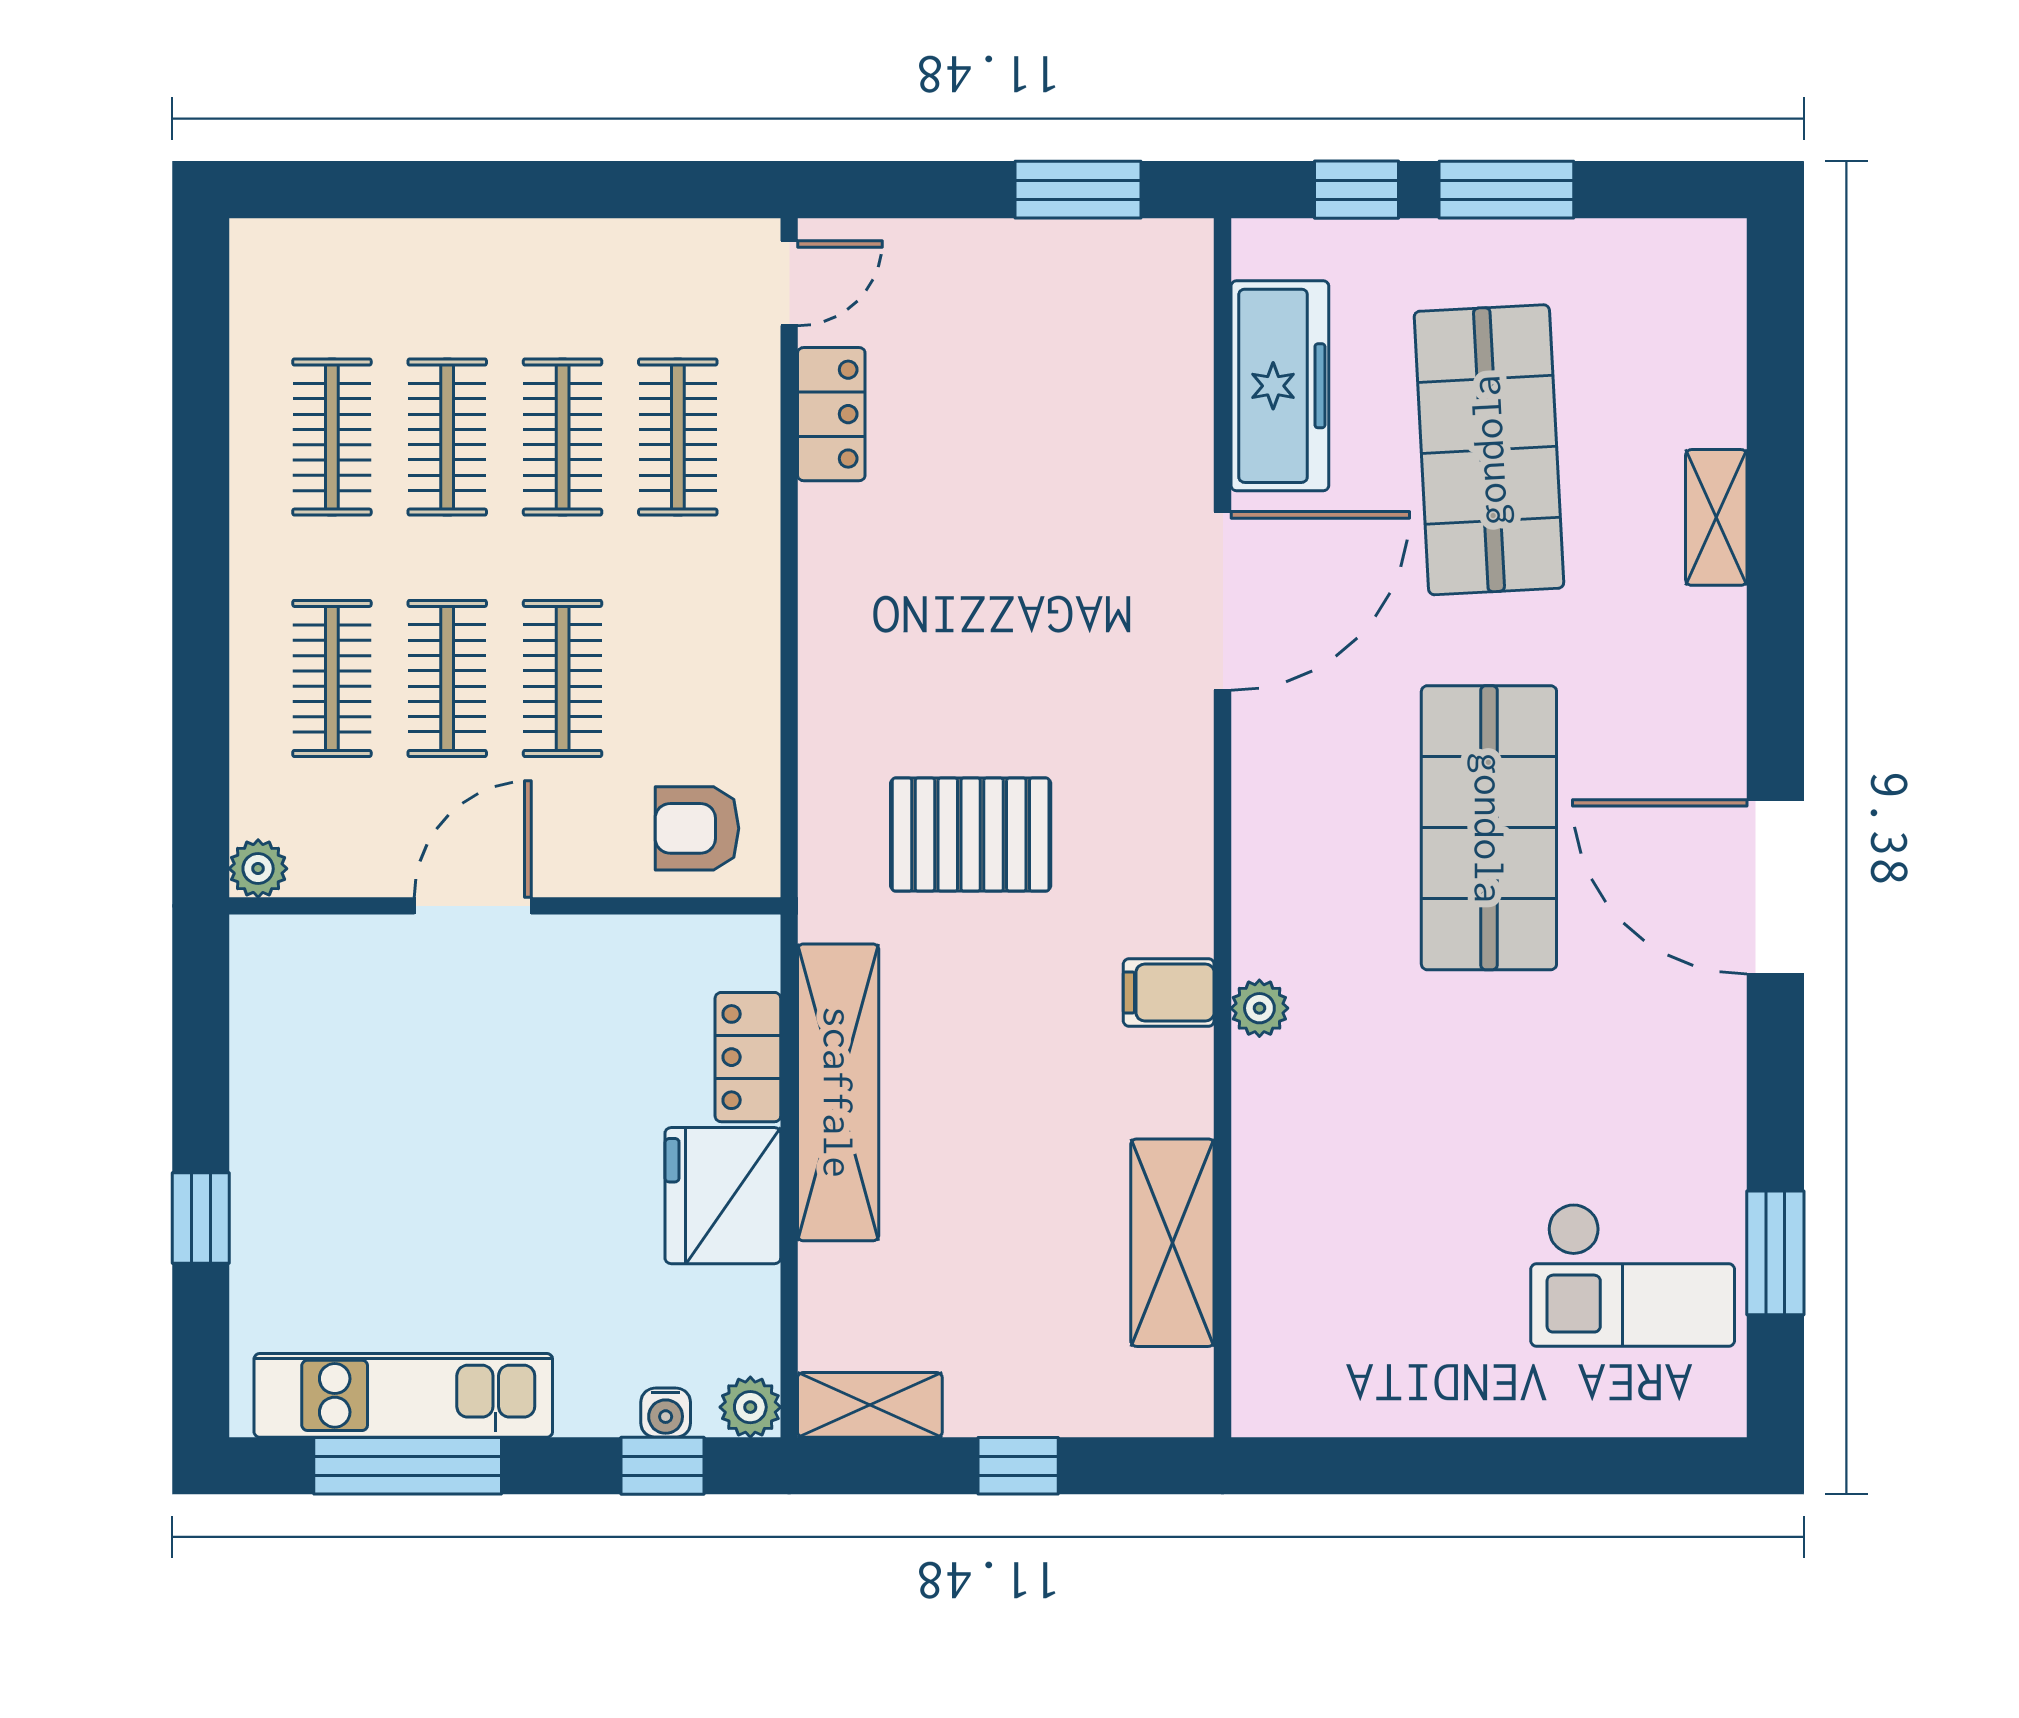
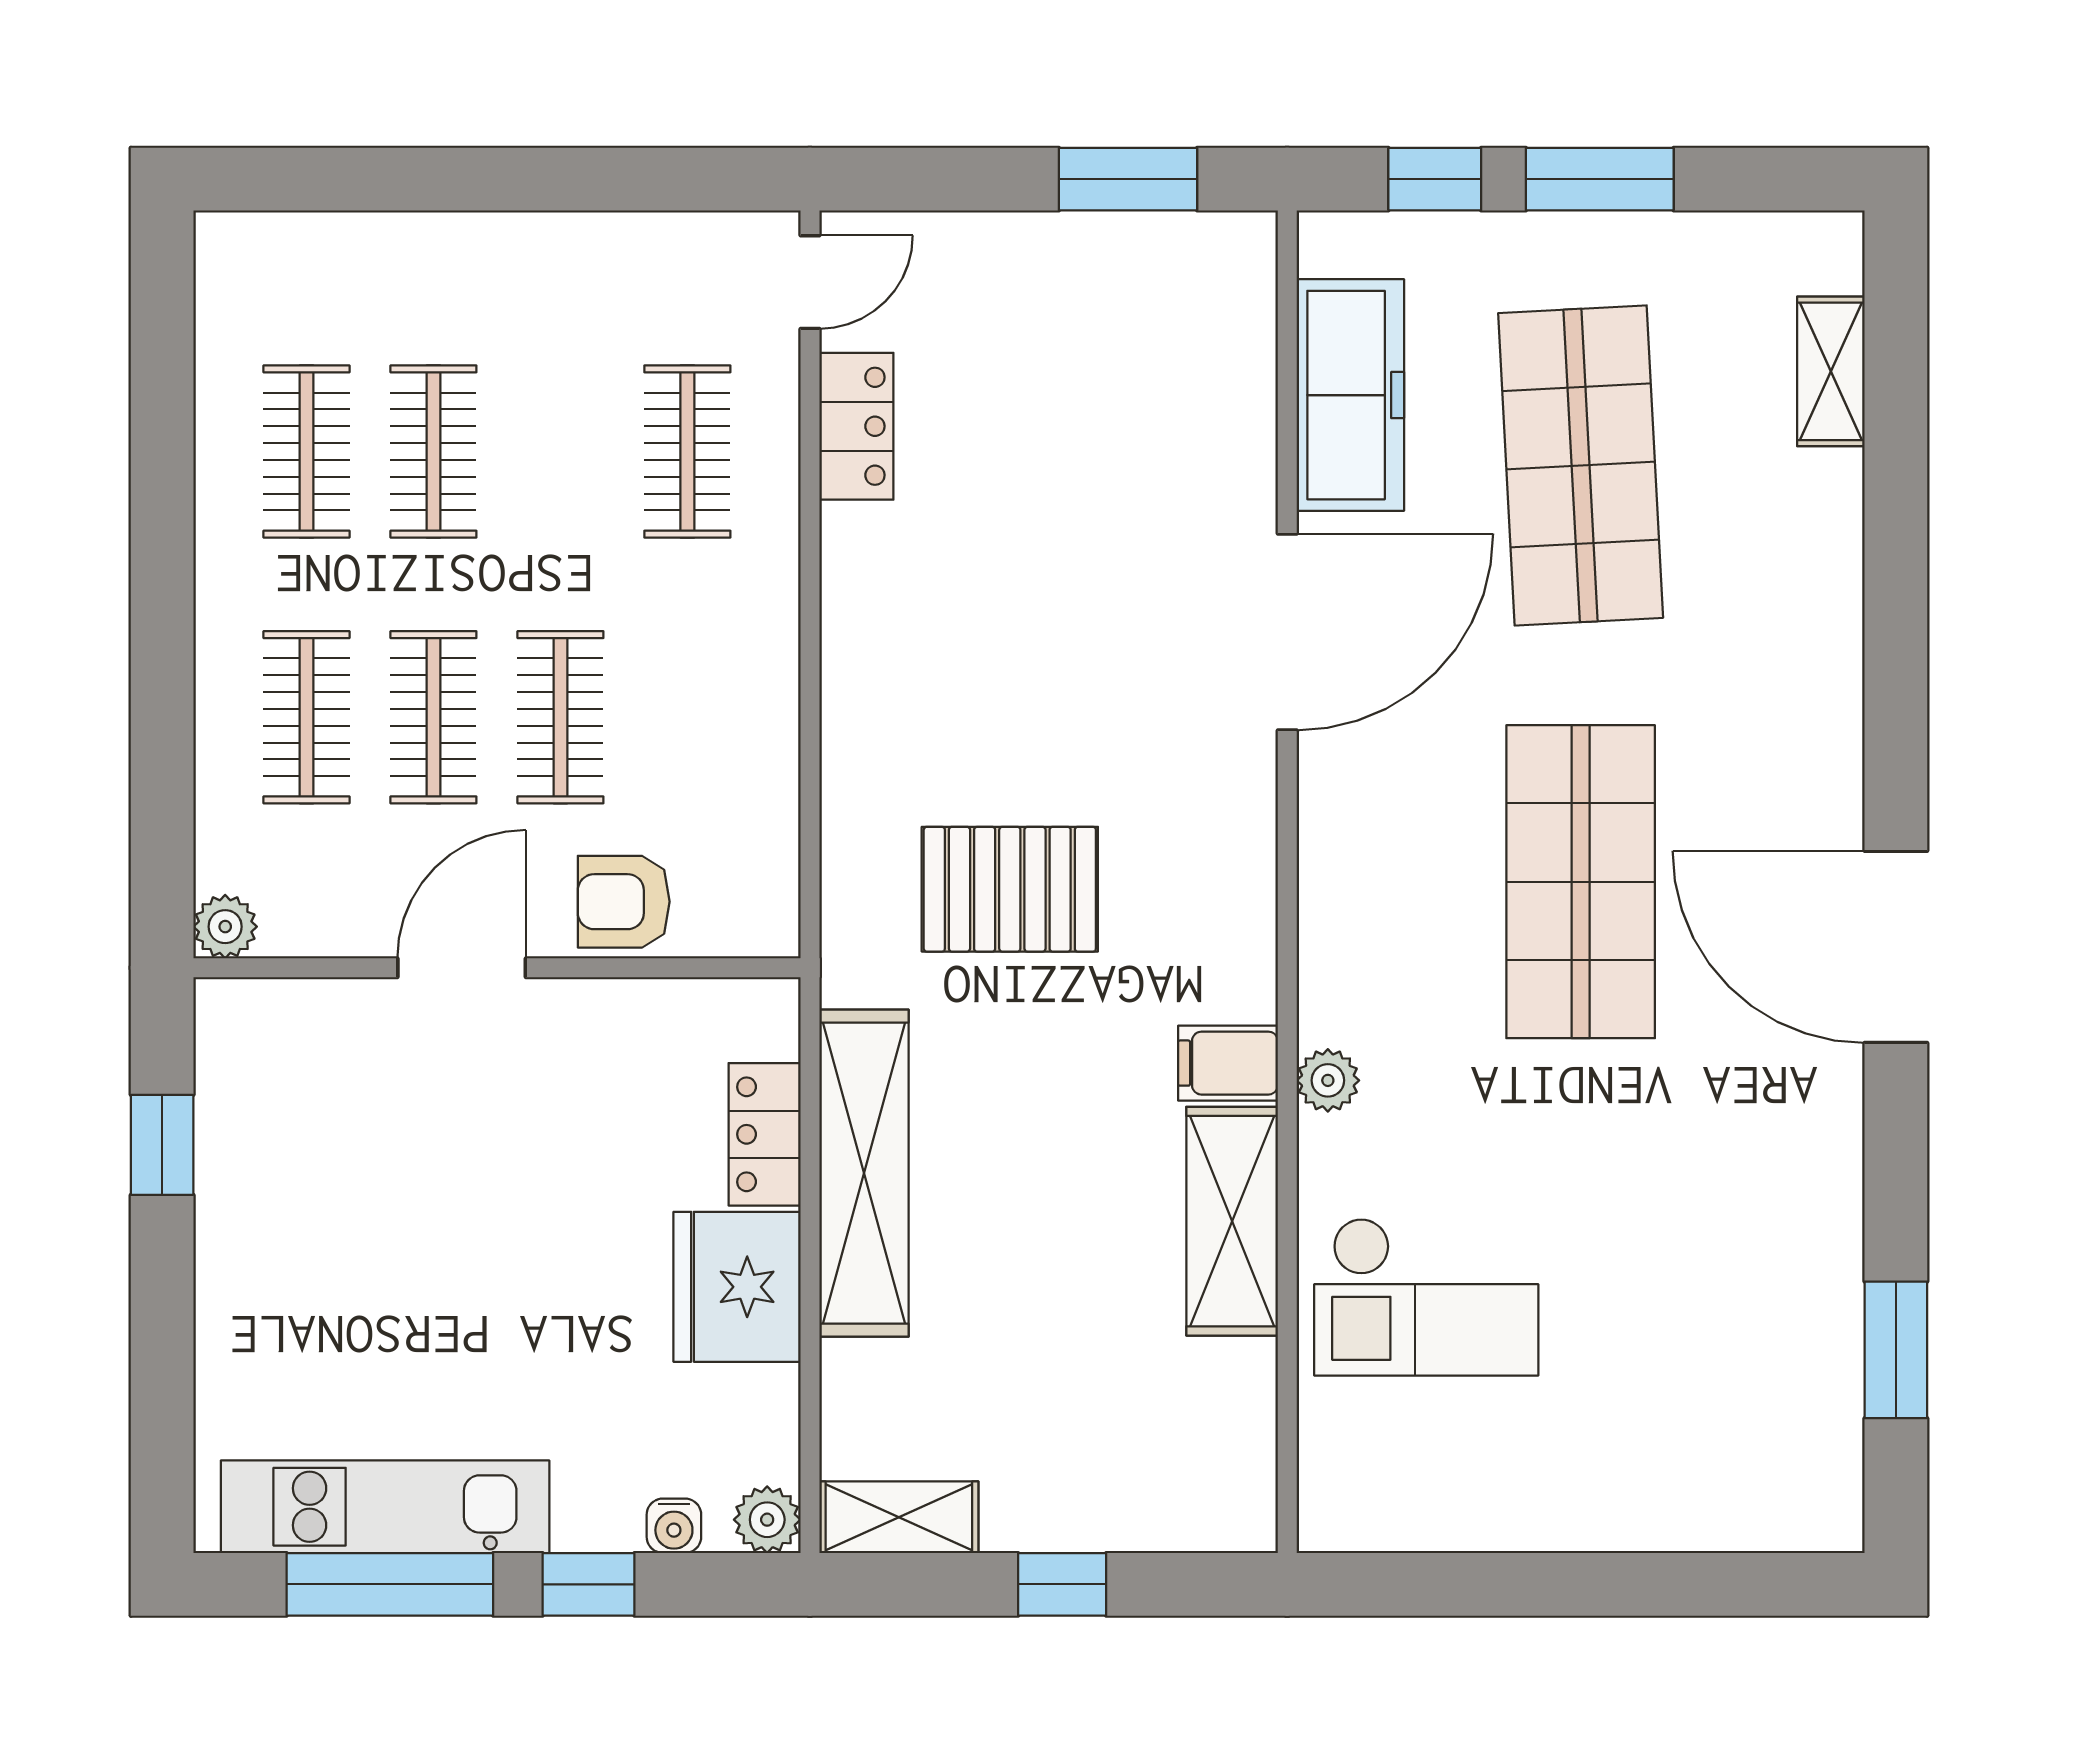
clothes rail: (563, 437) -> (560, 451), removed
shelving: (1716, 517) -> (1831, 371), moved
armchair: (697, 828) -> (624, 902), moved
window: (201, 1218) -> (162, 1145), moved
shelving: (1172, 1243) -> (1232, 1221), moved
checkout: (1633, 1275) -> (1426, 1297), moved
window: (662, 1466) -> (589, 1584), moved

